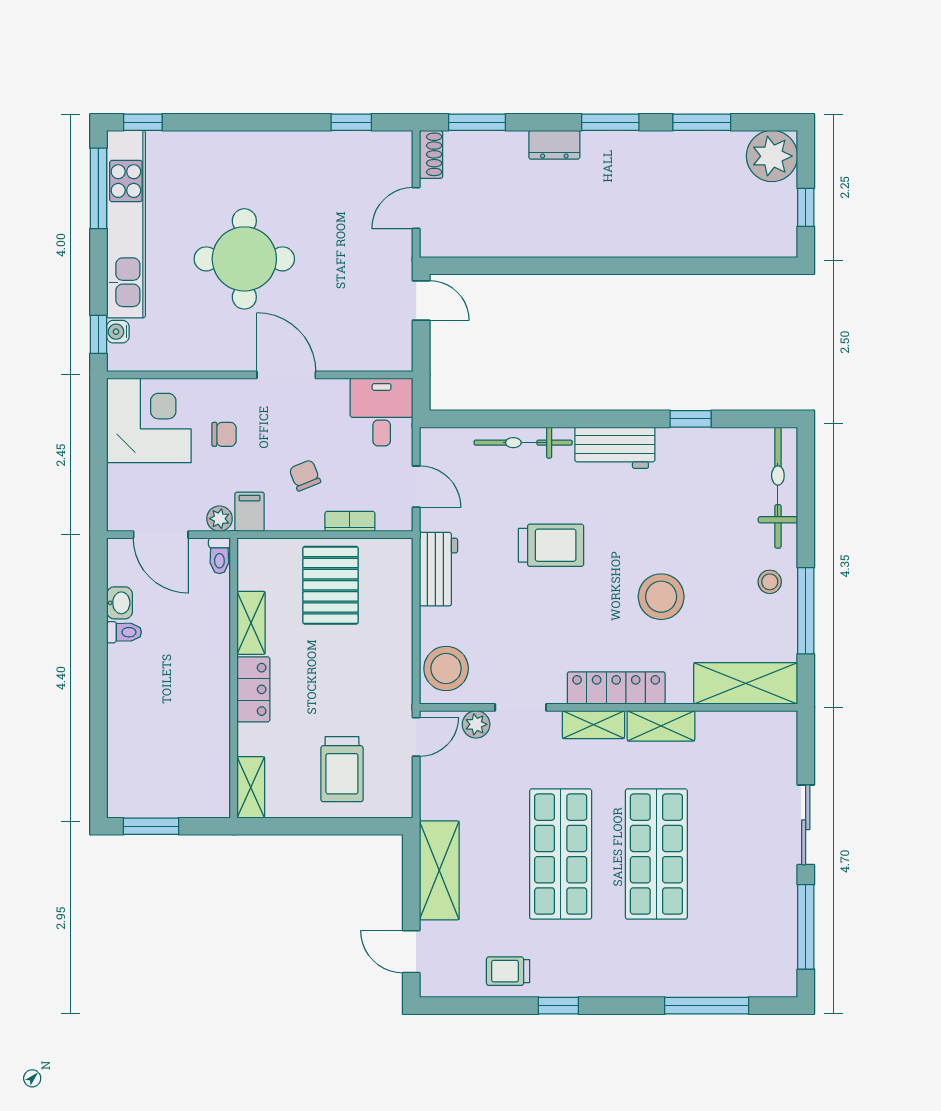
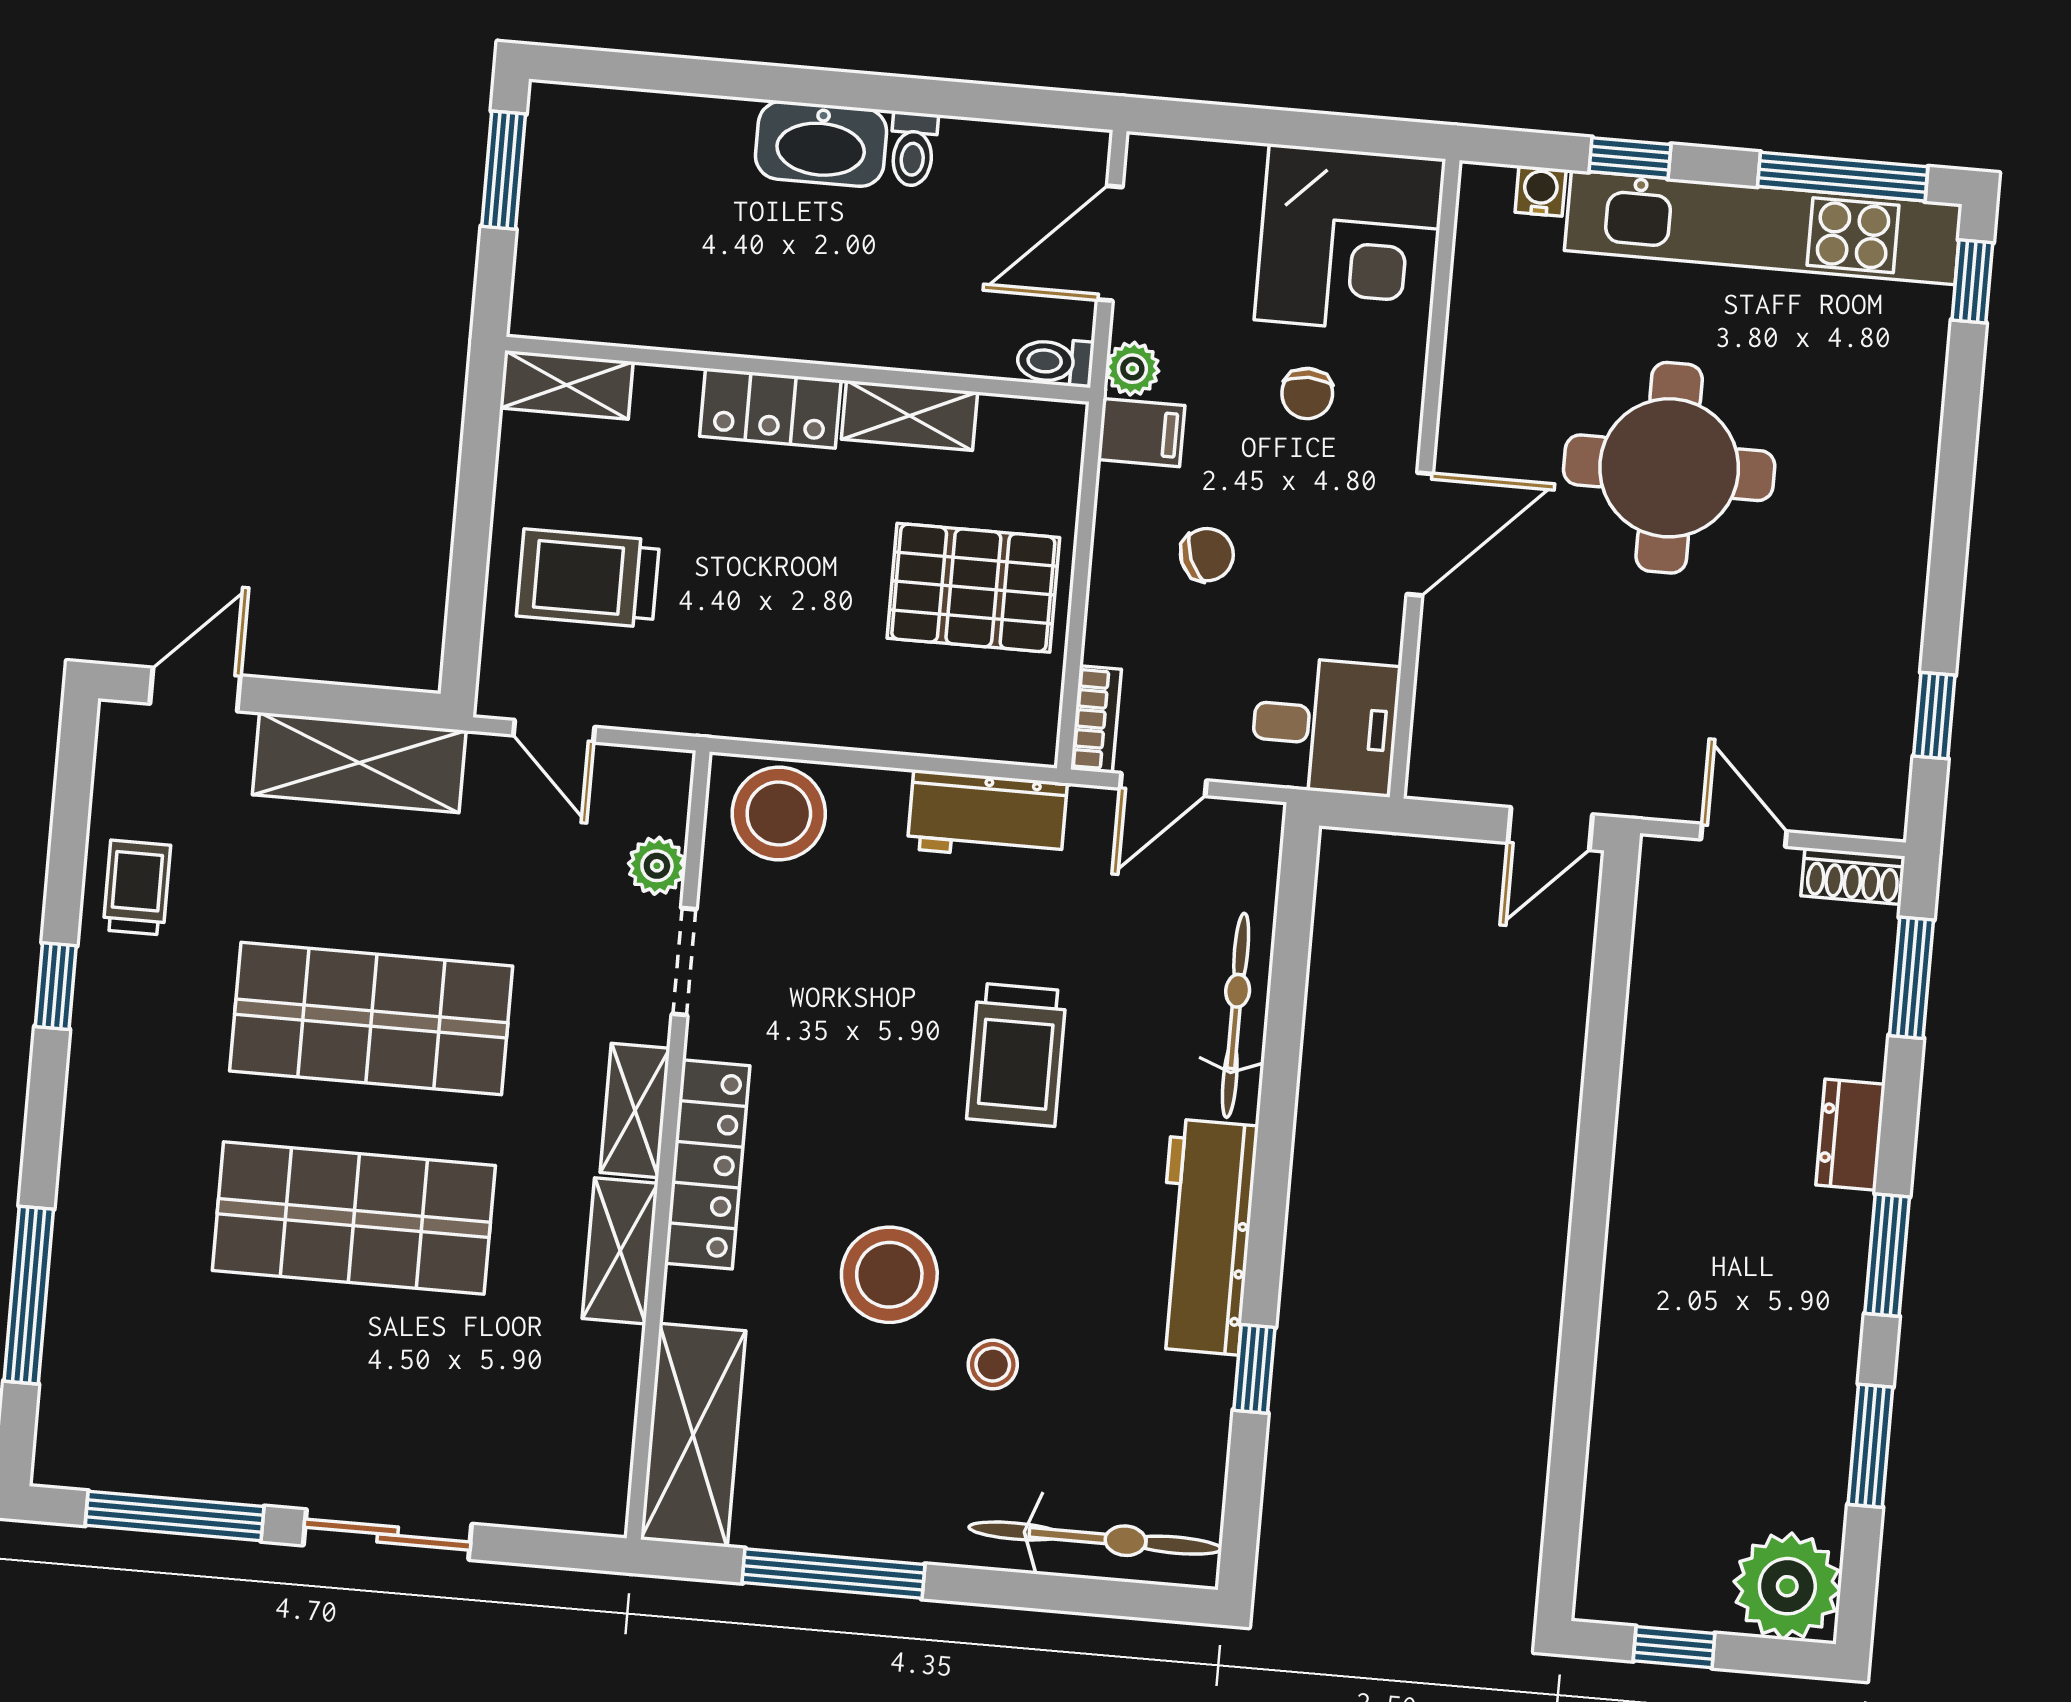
window: (98, 334) -> (1630, 158), moved
workbench: (615, 448) -> (1205, 1237), width x1.38
bookcase: (350, 521) -> (1096, 719), moved
stool: (770, 582) -> (993, 1364), moved
washbasin: (120, 603) -> (821, 144), moved, width x1.91, depth x1.45
door: (416, 737) -> (554, 731), moved

